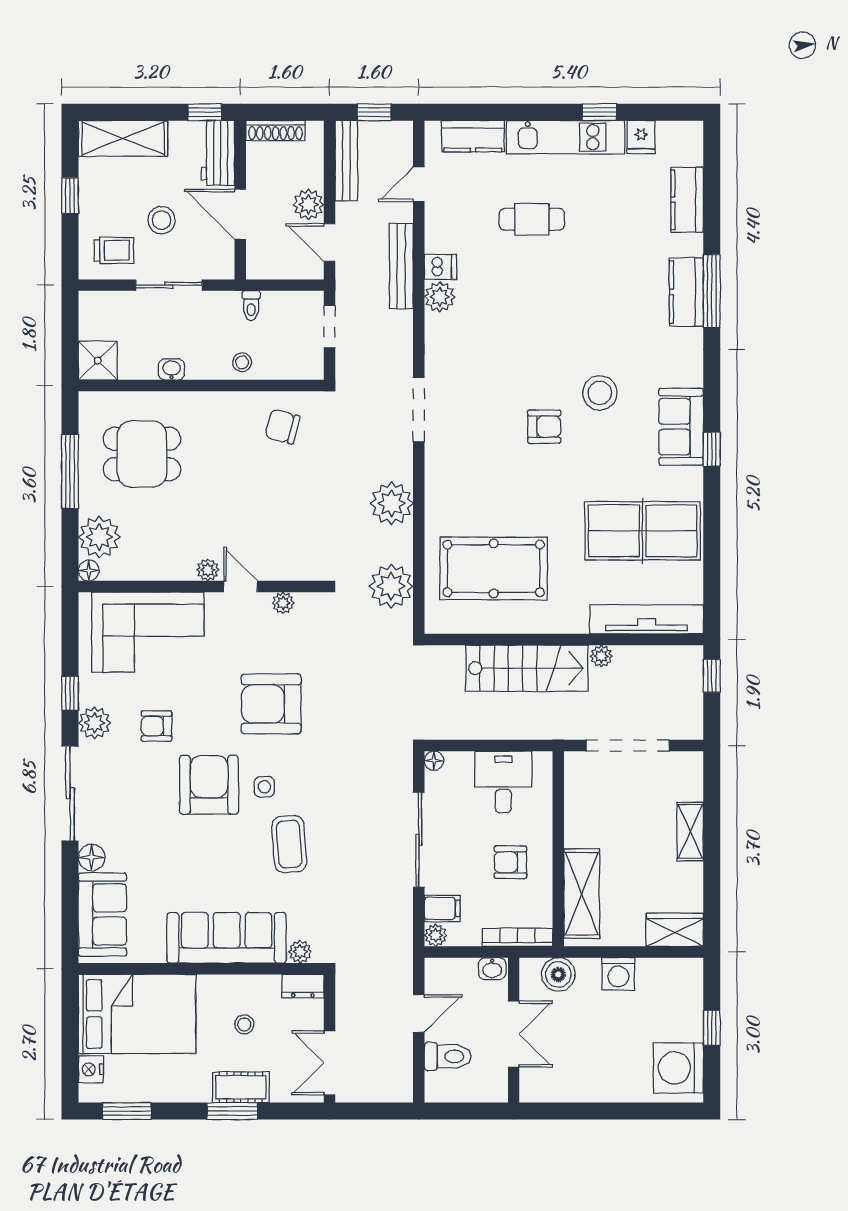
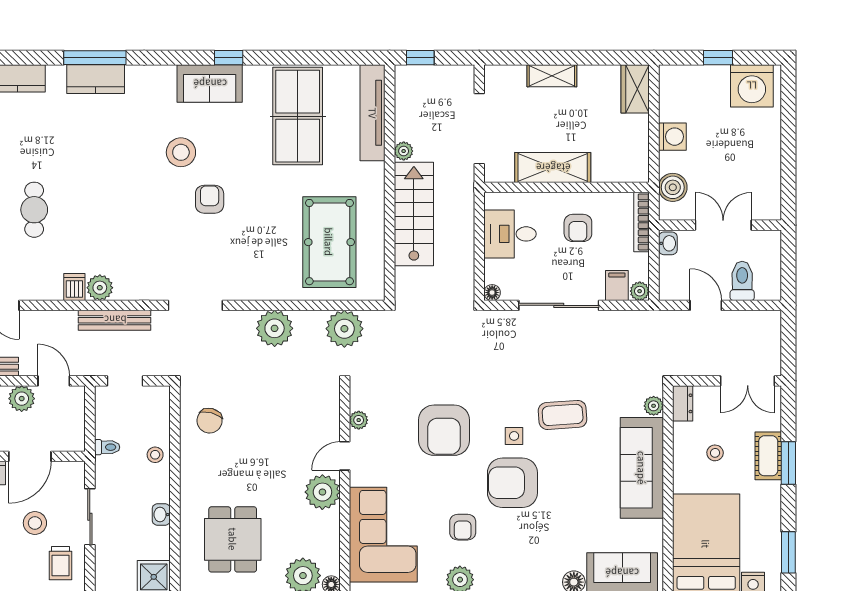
door: (329, 242) -> (54, 381), swing flipped
trolley: (114, 250) -> (60, 563), turned 180
bench: (401, 266) -> (115, 320), moved
plant: (208, 570) -> (322, 492), width x1.87, depth x1.87
shelving: (582, 894) -> (553, 168), moved

